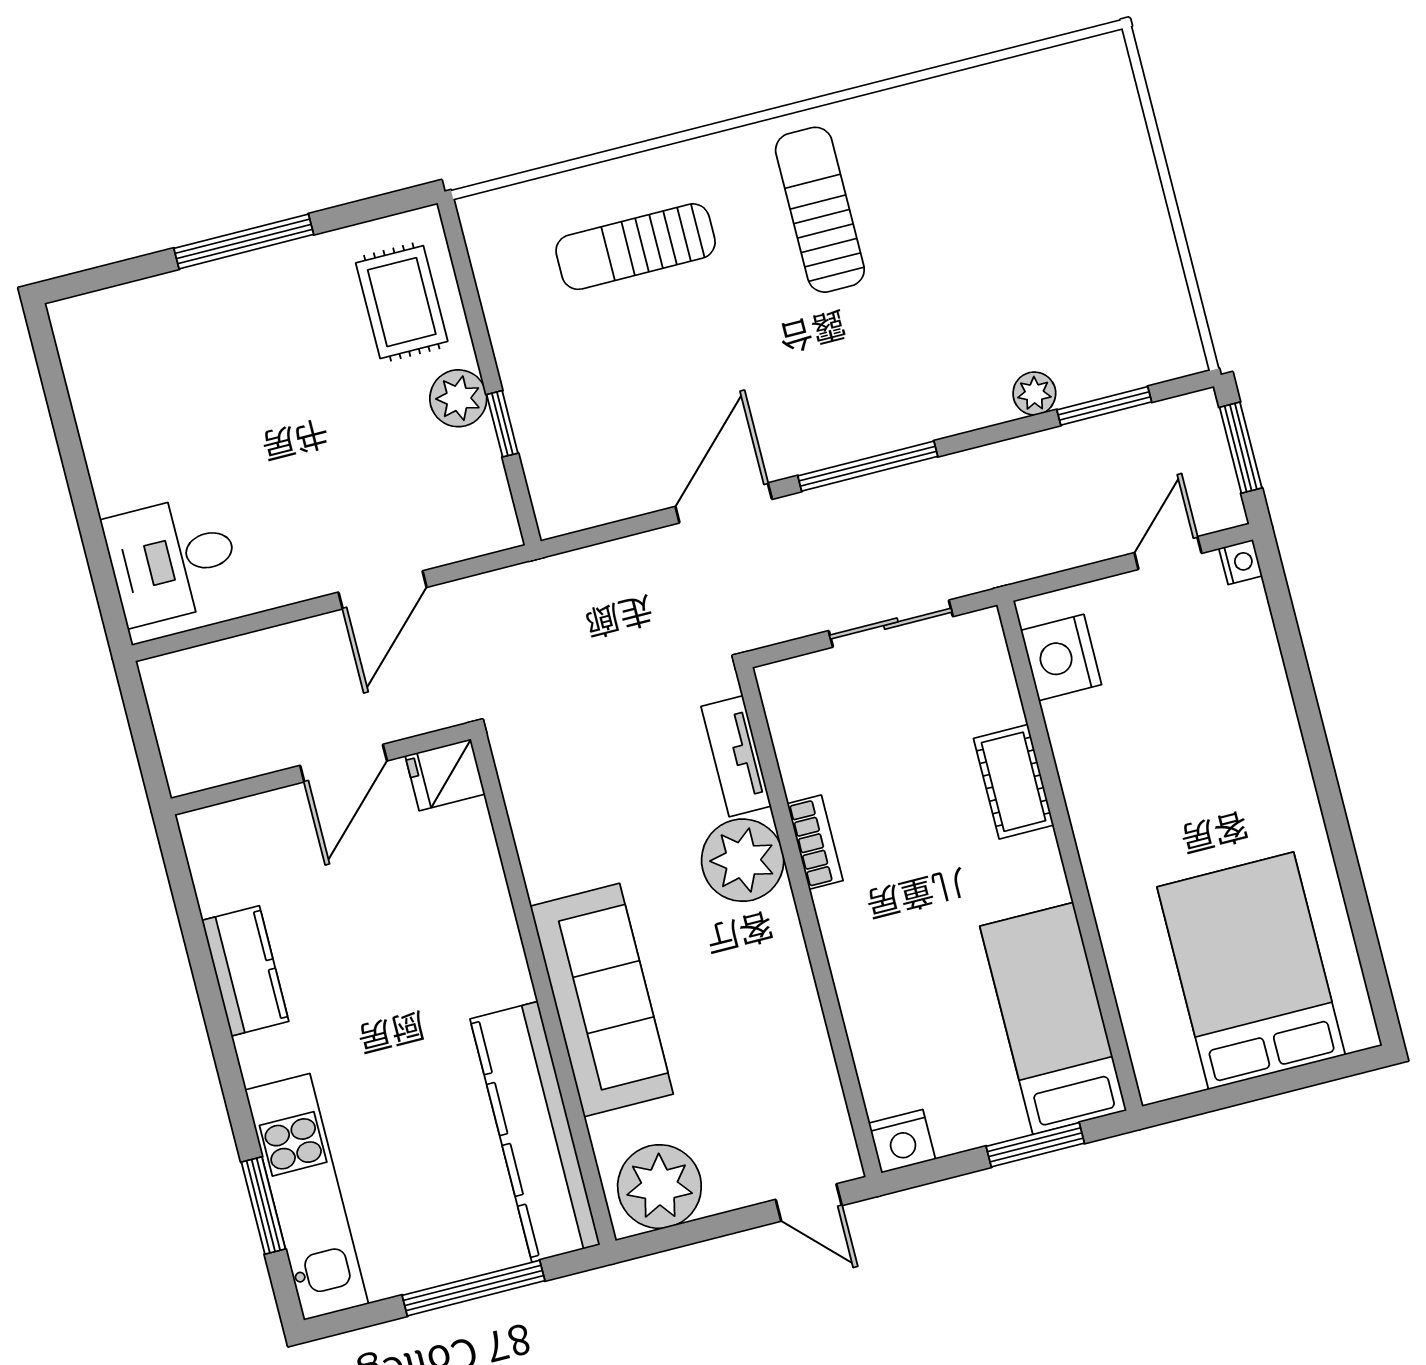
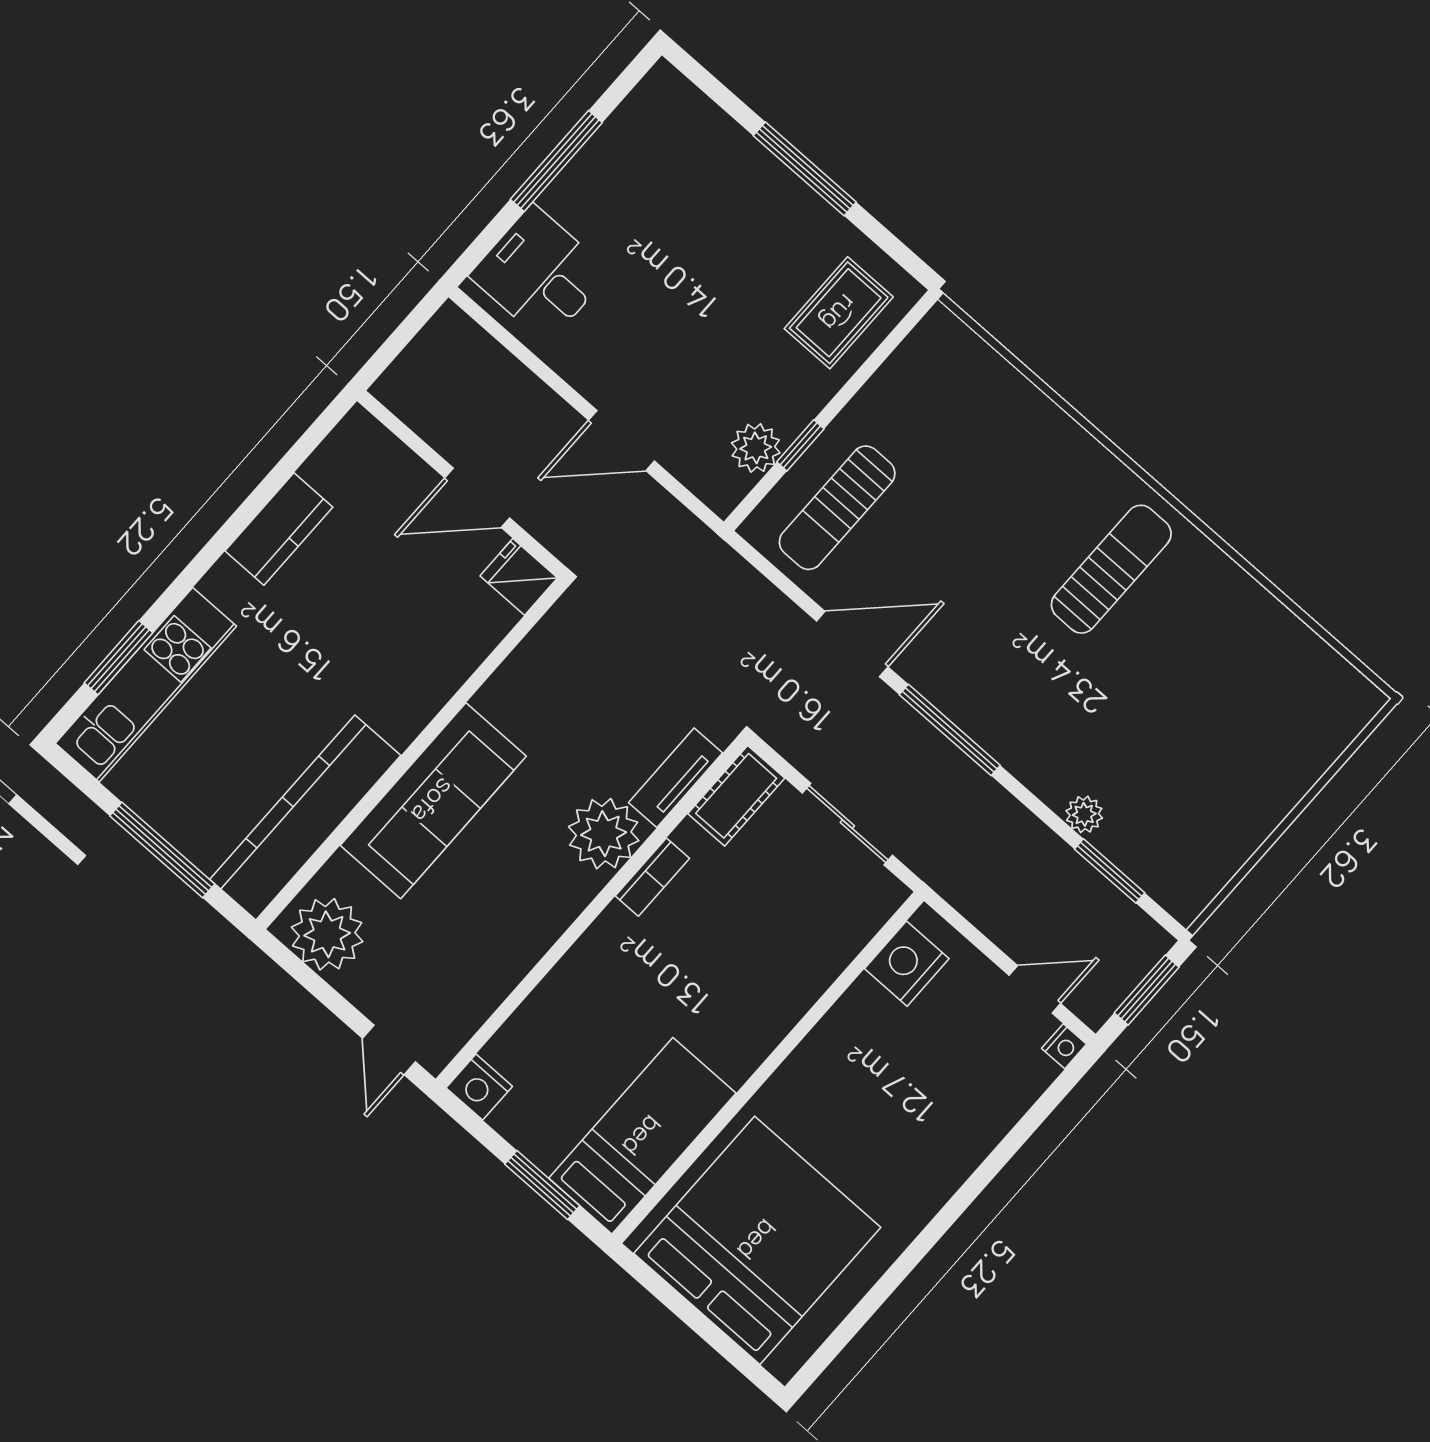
sun lounger: (636, 247) -> (837, 508), moved, turned -90
plant: (458, 398) -> (756, 448), moved
window: (76, 471) -> (556, 161), added
cot: (1014, 782) -> (736, 796), moved
bed: (1251, 971) -> (757, 1240), width x1.36

